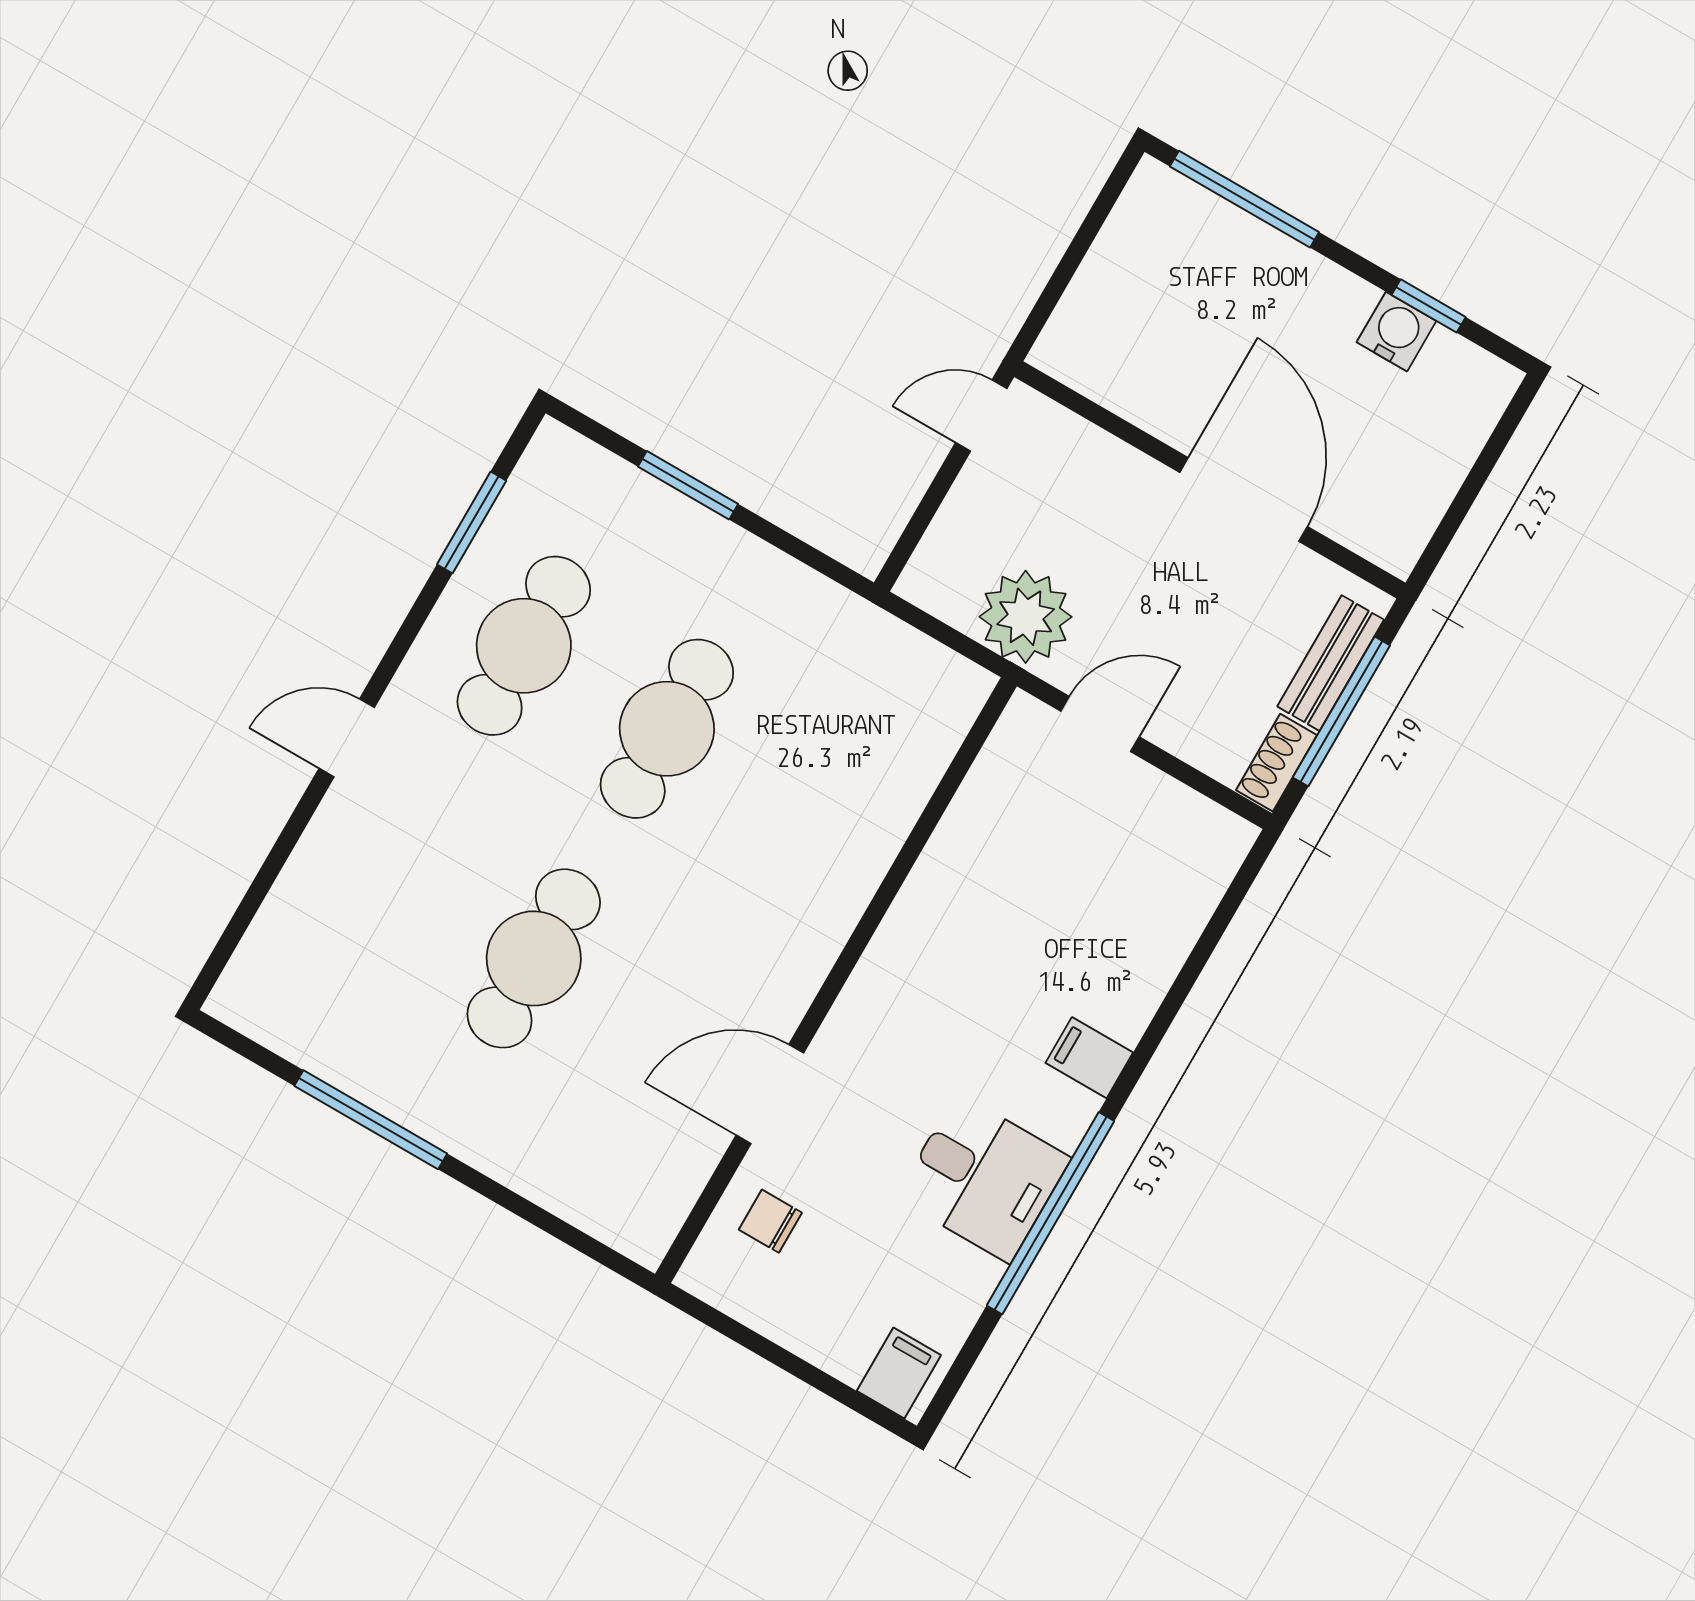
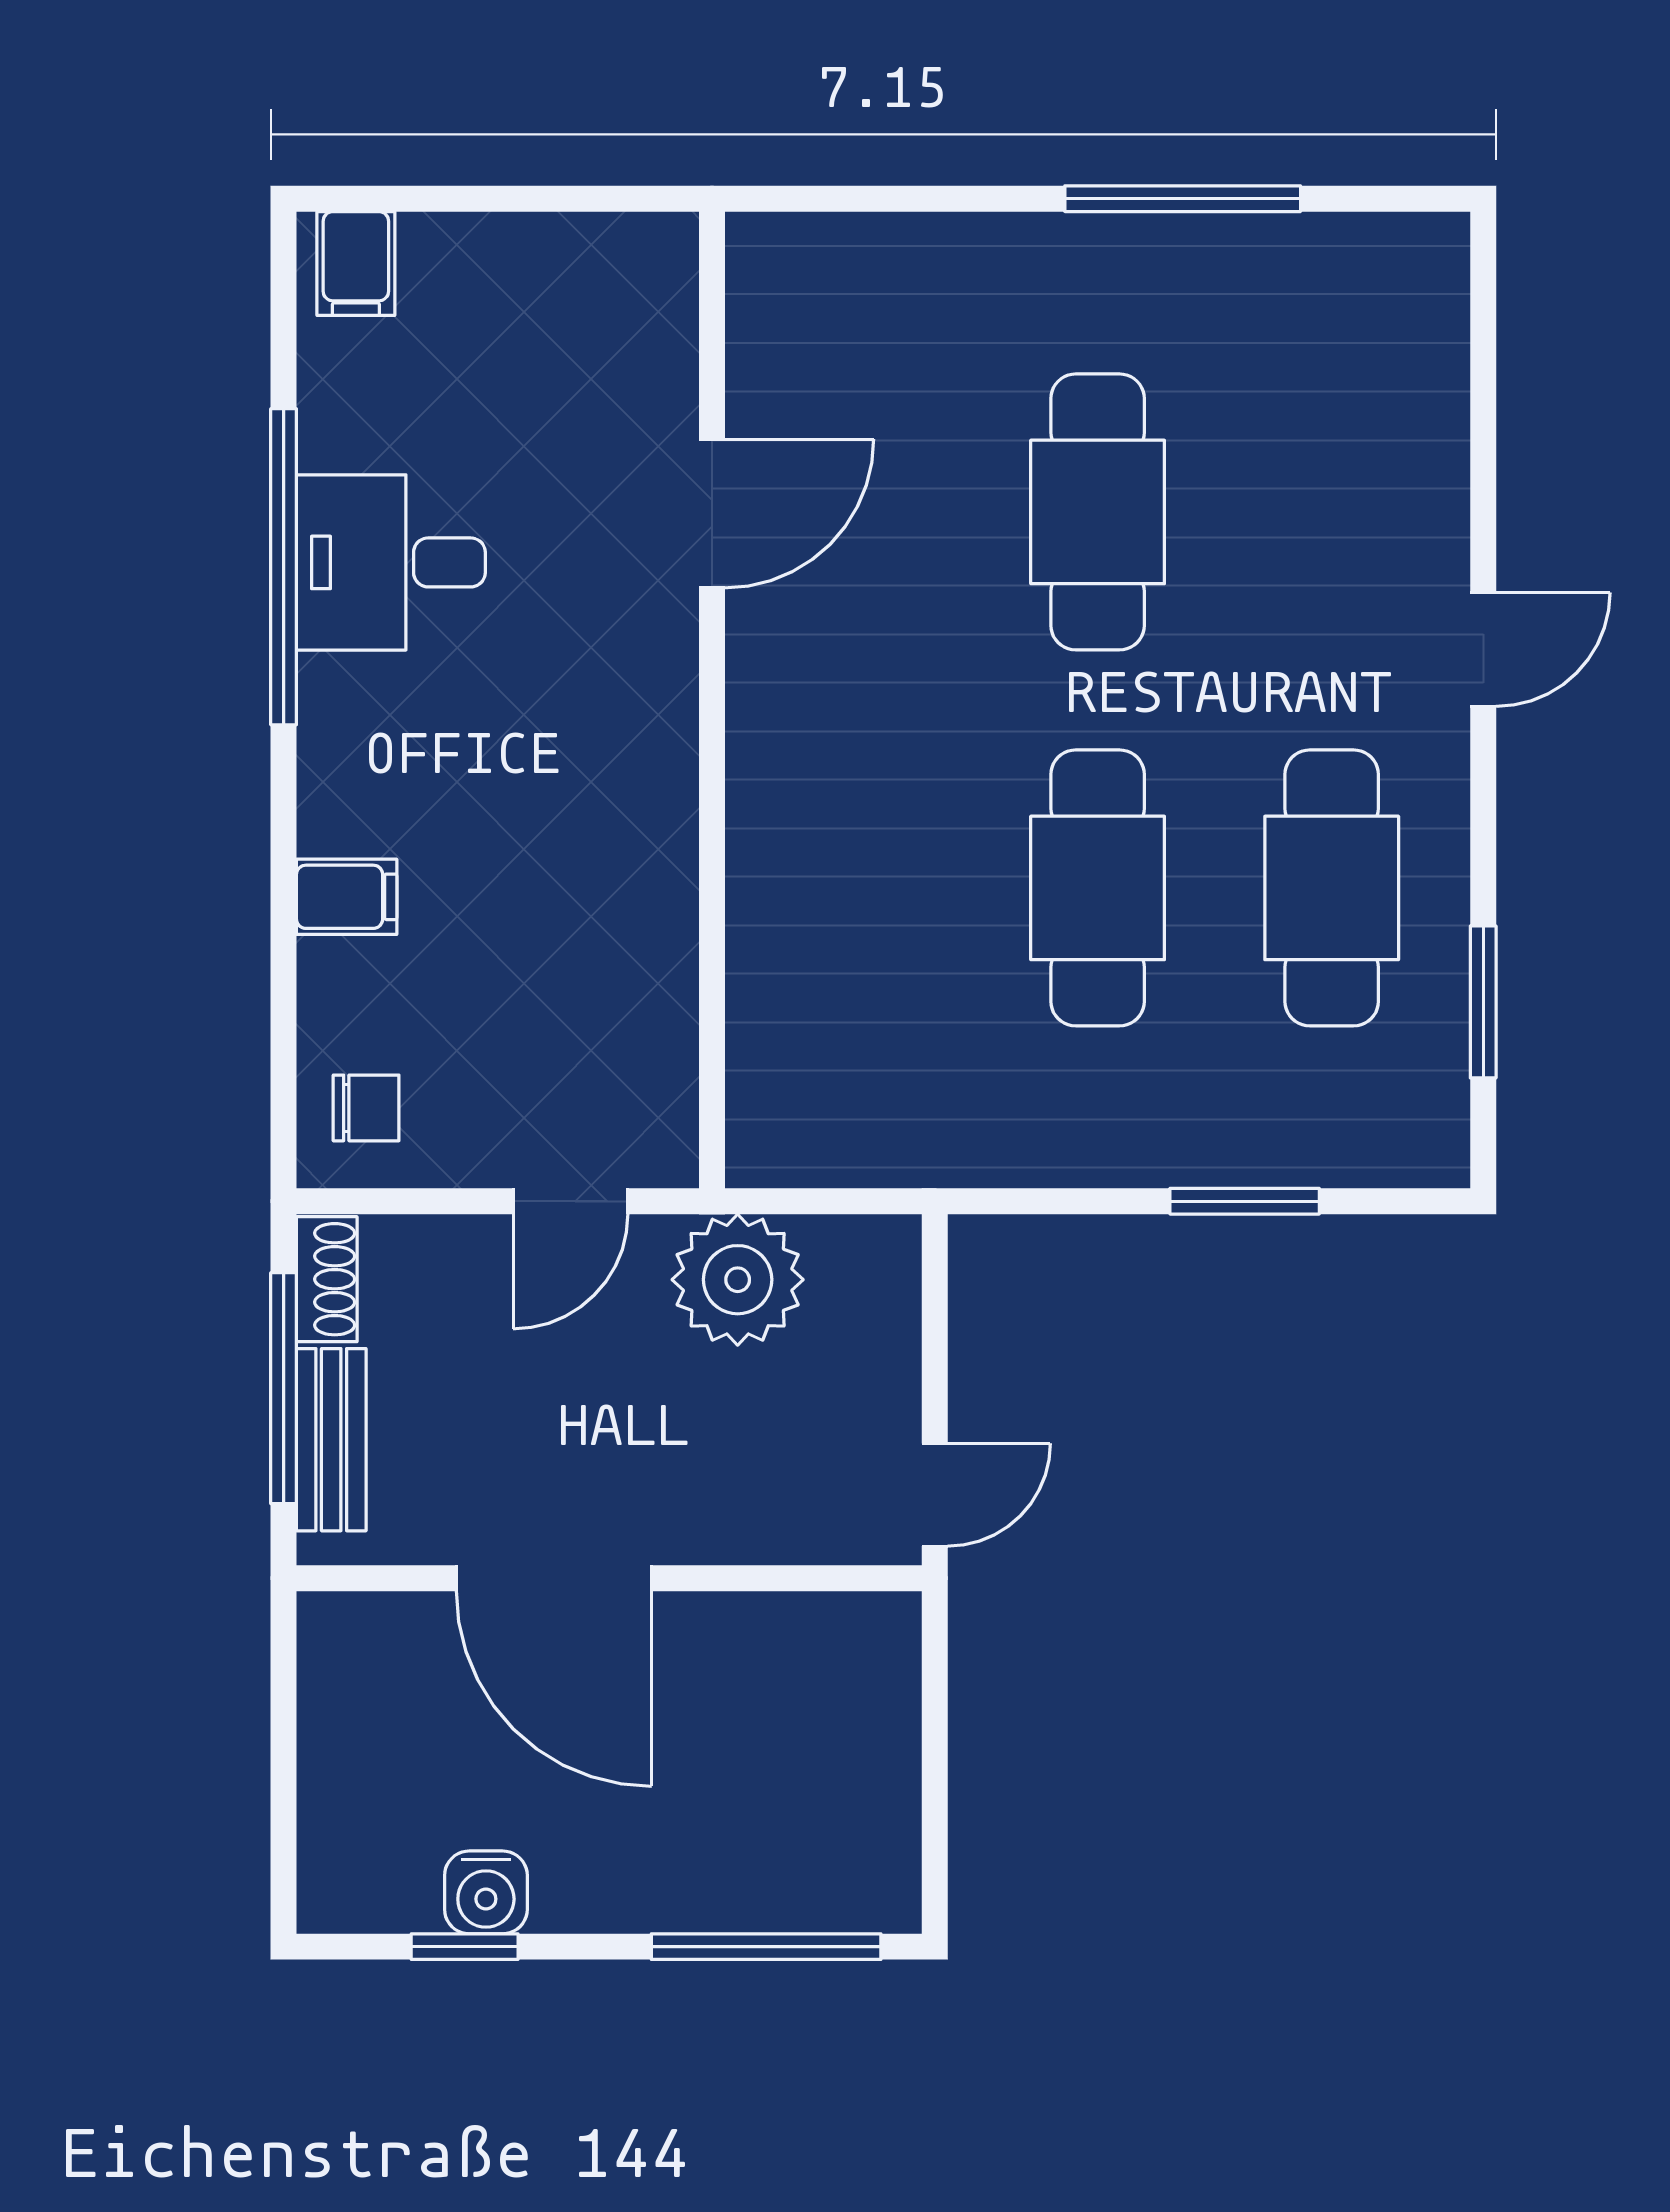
filing cabinet: (1089, 1058) -> (347, 897), moved
chair: (770, 1221) -> (366, 1108), moved

